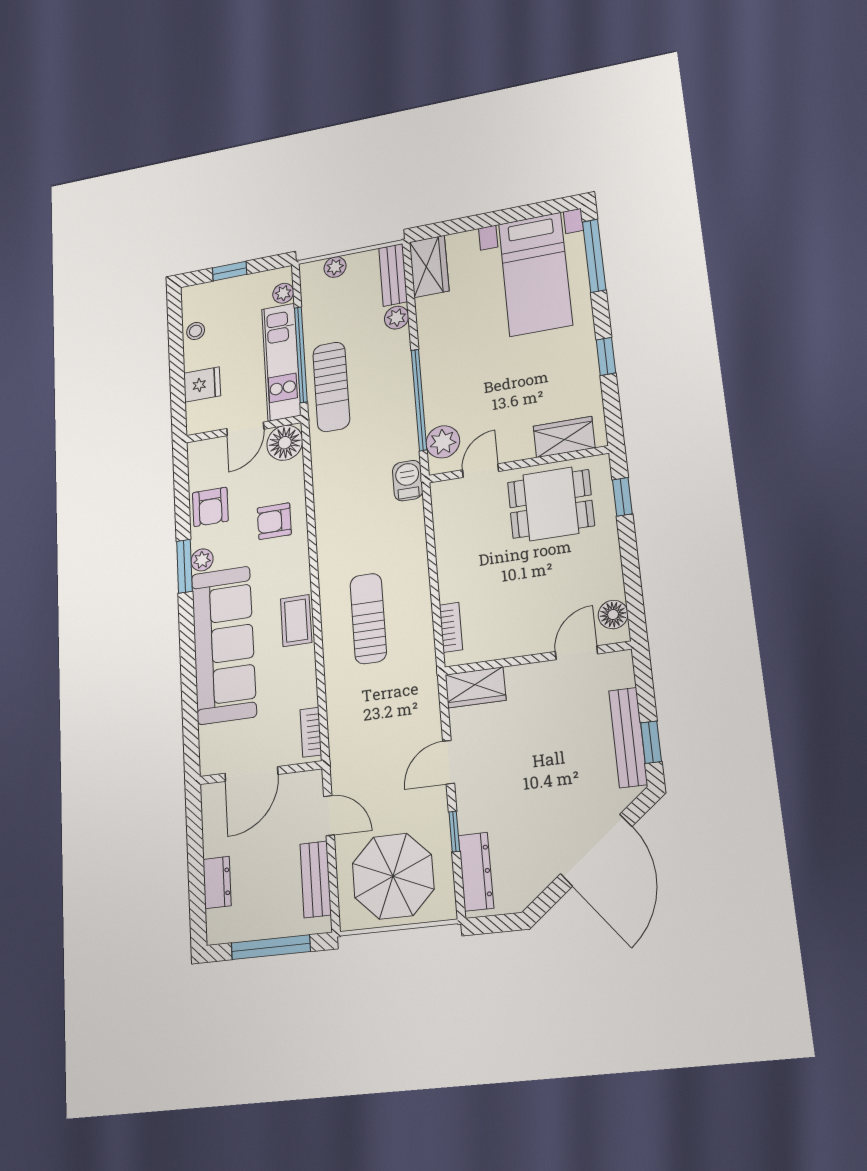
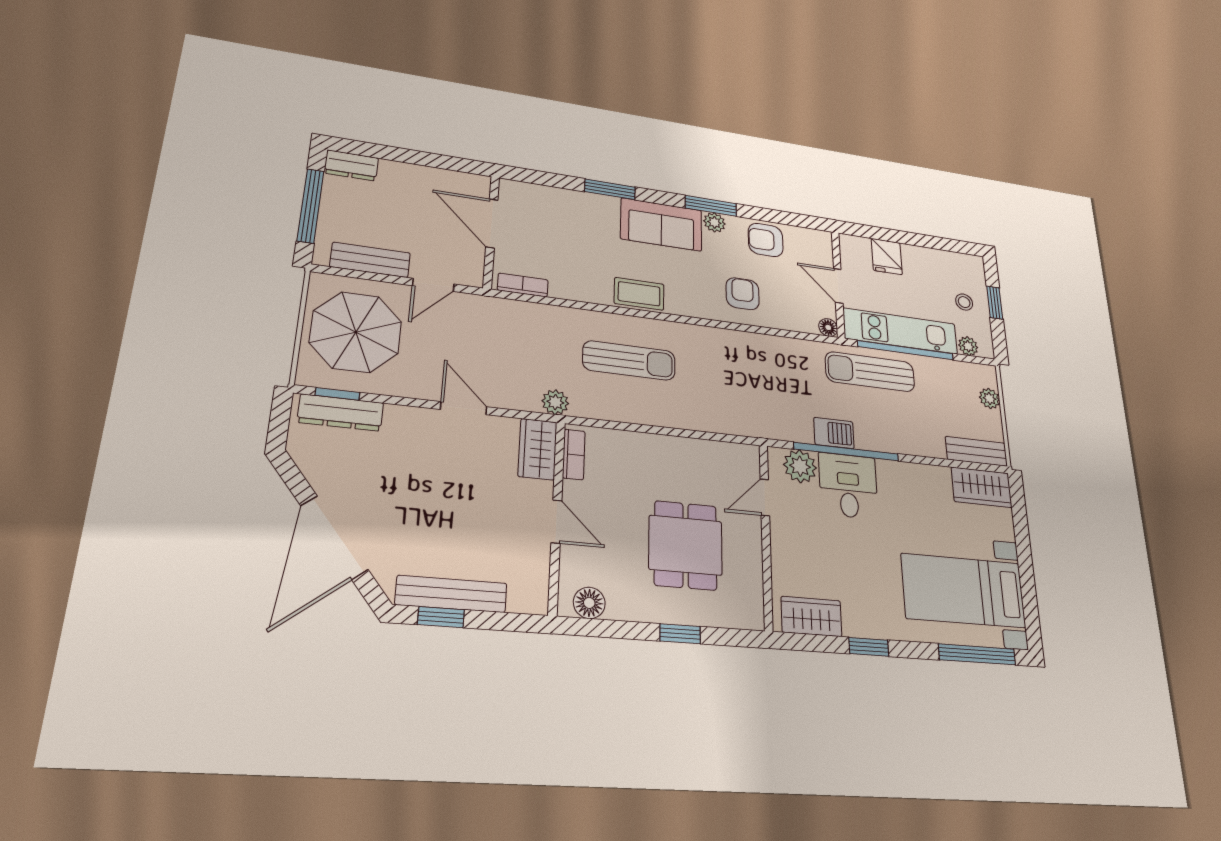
plant: (397, 318) -> (555, 402), moved
stool: (196, 331) -> (964, 302), moved
desk: (453, 394) -> (848, 486), added
wardrobe: (564, 437) -> (811, 616), moved, turned -90
floor lamp: (285, 443) -> (828, 327), width x0.53, depth x0.53
door: (481, 471) -> (765, 497), swing flipped
barbecue: (408, 481) -> (834, 433), moved
window: (622, 497) -> (680, 634), moved
dining table: (551, 504) -> (686, 545), moved
bookcase: (451, 627) -> (574, 454), moved, turned -90
sofa: (224, 645) -> (661, 224), width x0.54, depth x0.79
door: (576, 653) -> (556, 522), moved
window: (188, 668) -> (610, 189), added
window: (454, 832) -> (337, 394), moved
door: (596, 850) -> (334, 538), hinge flipped
dresser: (217, 882) -> (351, 165), moved

